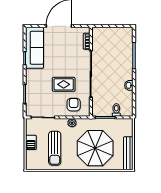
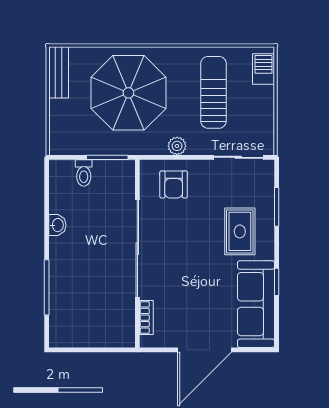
rug: (64, 84) -> (240, 231), moved, turned 90
barbecue: (31, 142) -> (264, 69), moved
bench: (128, 153) -> (59, 72), width x0.73

